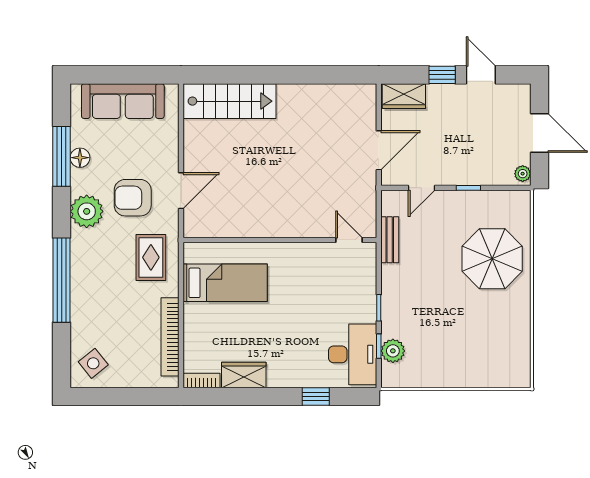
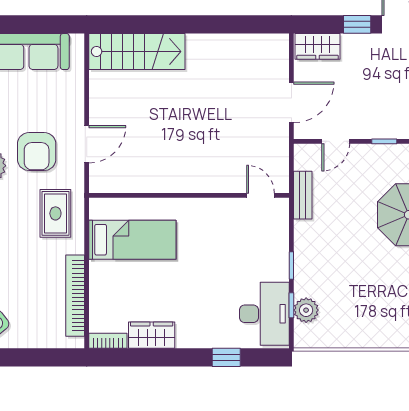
armchair: (133, 198) -> (37, 152), turned -90

